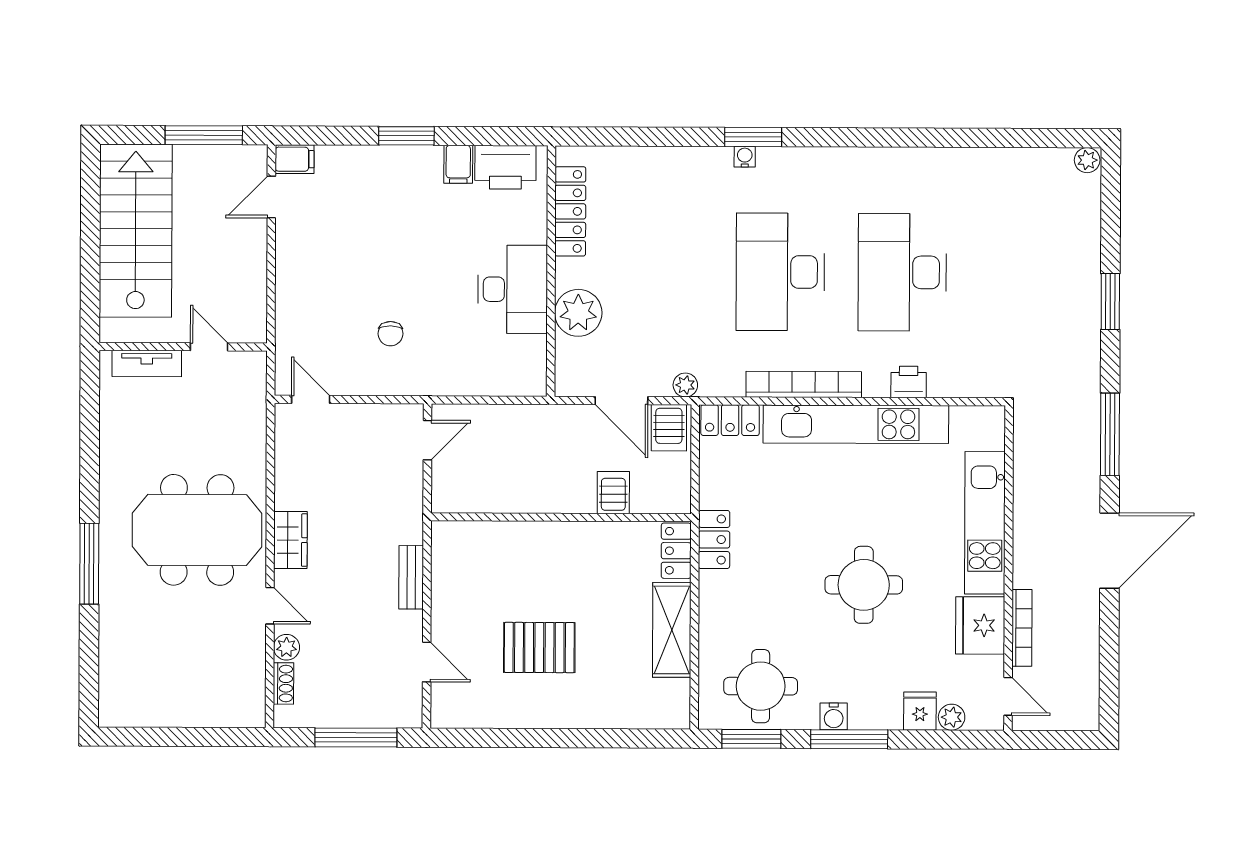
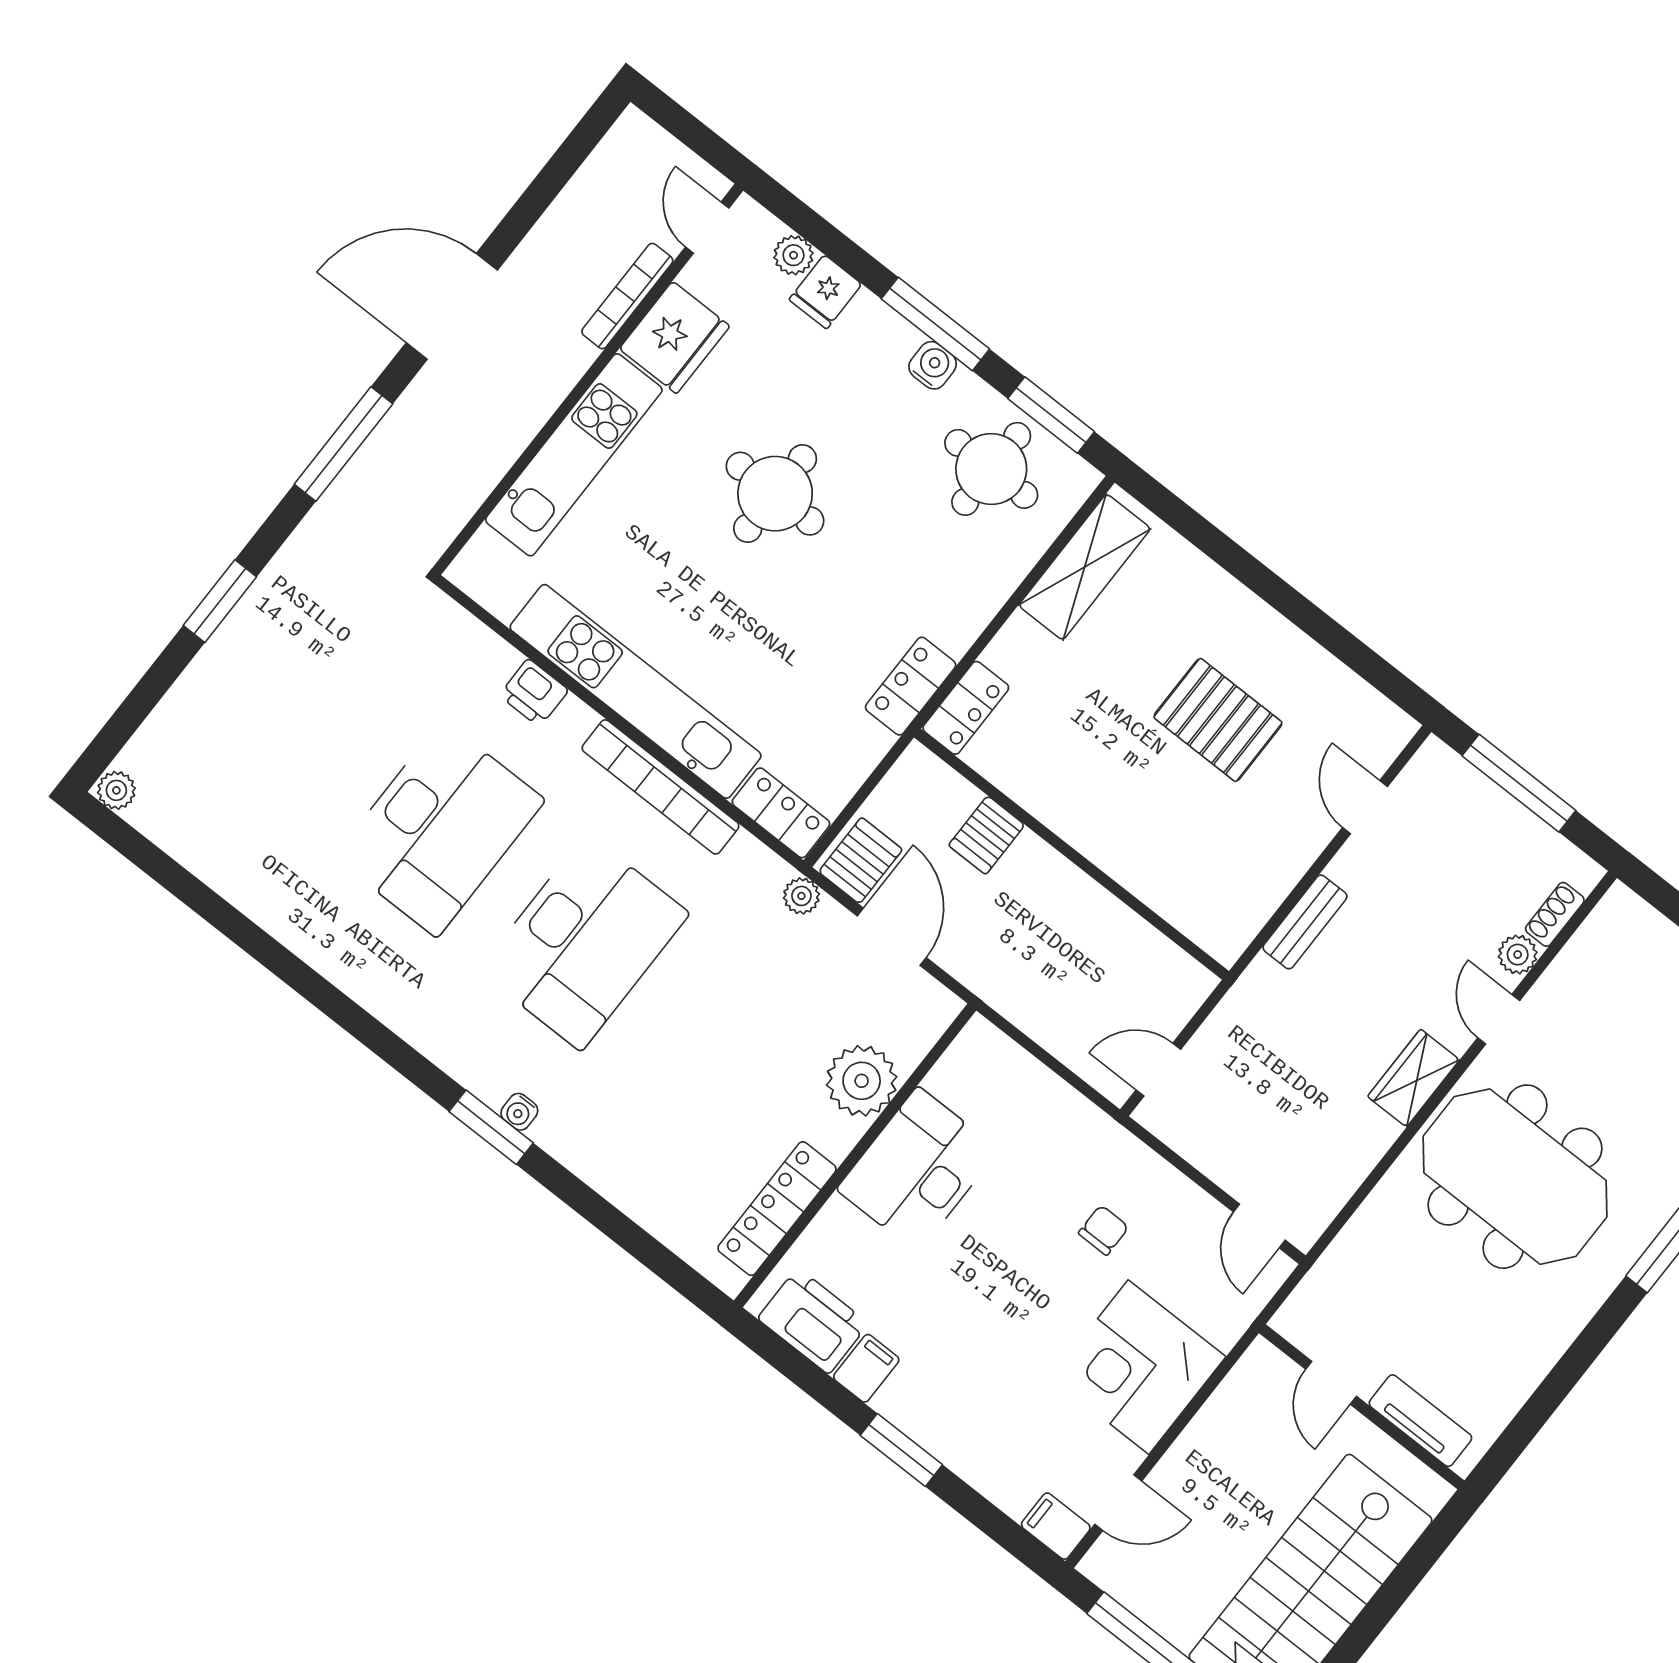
corner desk: (316, 276) -> (1139, 1367), added
shelving: (672, 630) -> (1085, 567), moved

